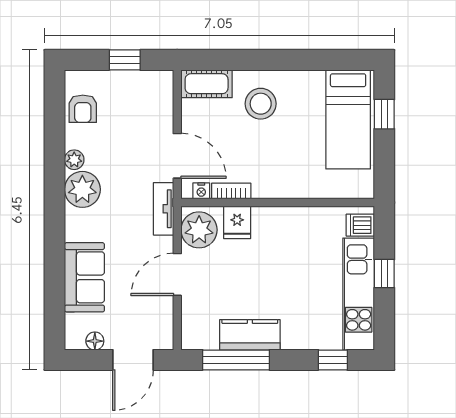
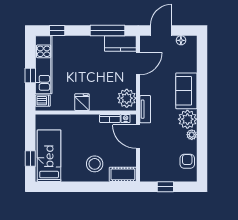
fridge: (237, 222) -> (82, 102), moved
door: (177, 274) -> (138, 64), moved
sofa: (84, 277) -> (186, 91), moved
kitchen counter: (250, 335) -> (120, 44), moved

